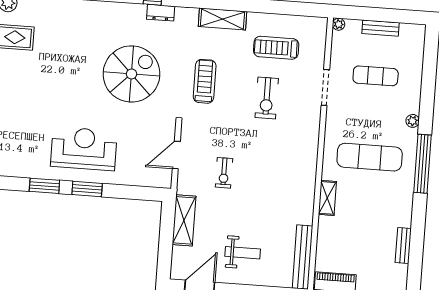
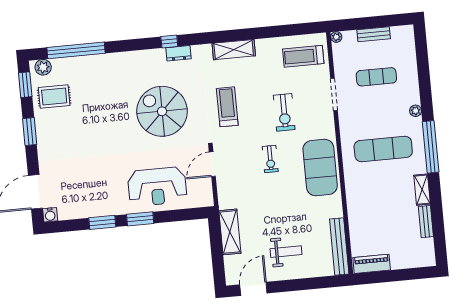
treadmill: (276, 48) -> (303, 56), moved
spiral stairs: (131, 74) -> (162, 111), turned -90
reception desk: (84, 149) -> (157, 187), moved, turned 180
door: (176, 155) -> (212, 164), moved
exercise mat: (296, 166) -> (320, 168), added
exercise bike: (224, 173) -> (270, 159), moved
shelving: (327, 198) -> (422, 190), moved

